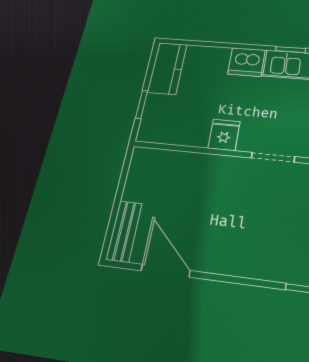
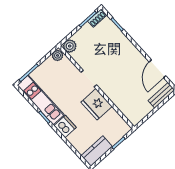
fridge: (224, 135) -> (96, 104), width x1.88, depth x1.34

